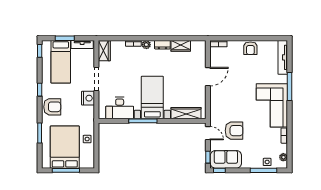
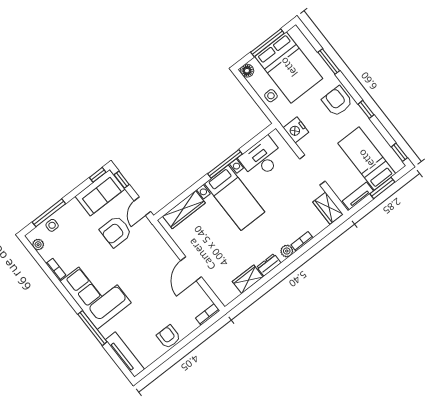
nightstand: (88, 98) -> (296, 130), moved
armchair: (52, 107) -> (337, 101), turned 90
door: (208, 133) -> (142, 206), hinge flipped
floor lamp: (90, 164) -> (247, 71), added

